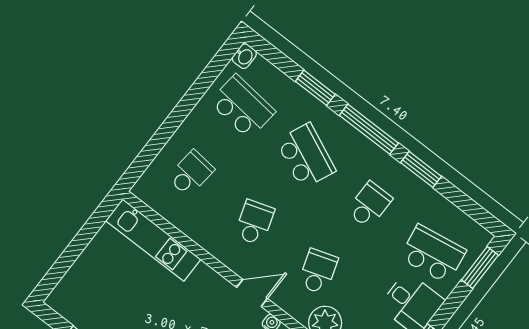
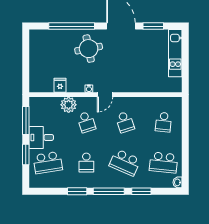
kitchen unit: (153, 240) -> (175, 53), moved, turned -90
window: (480, 267) -> (26, 155), moved

